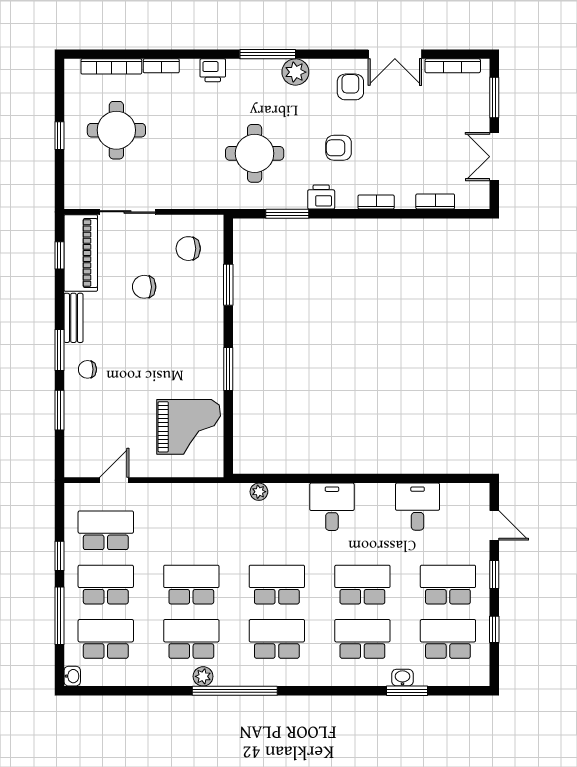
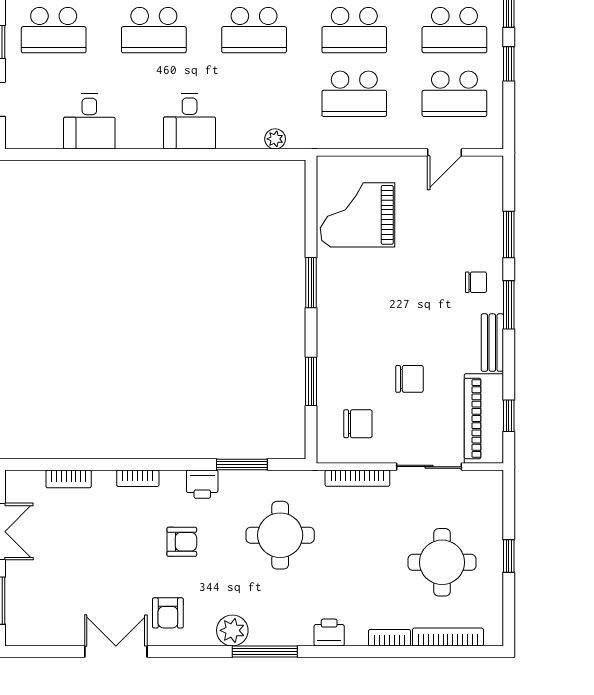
bookcase: (453, 66) -> (357, 478), moved, turned 180
school desk: (191, 530) -> (354, 94), added

